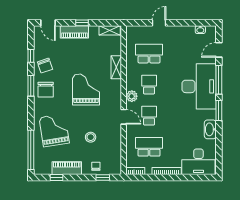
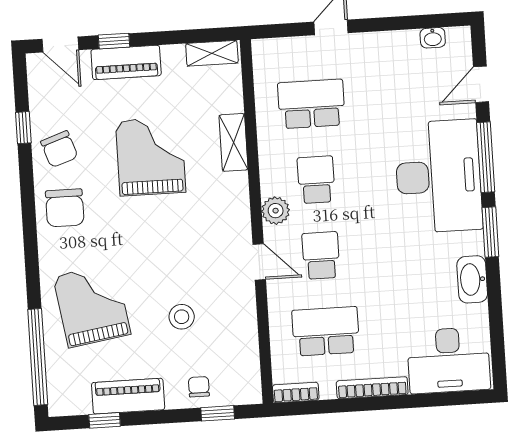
window: (82, 23) -> (114, 41), moved
window: (31, 86) -> (28, 200), removed
grand piano: (86, 89) -> (151, 157), moved

